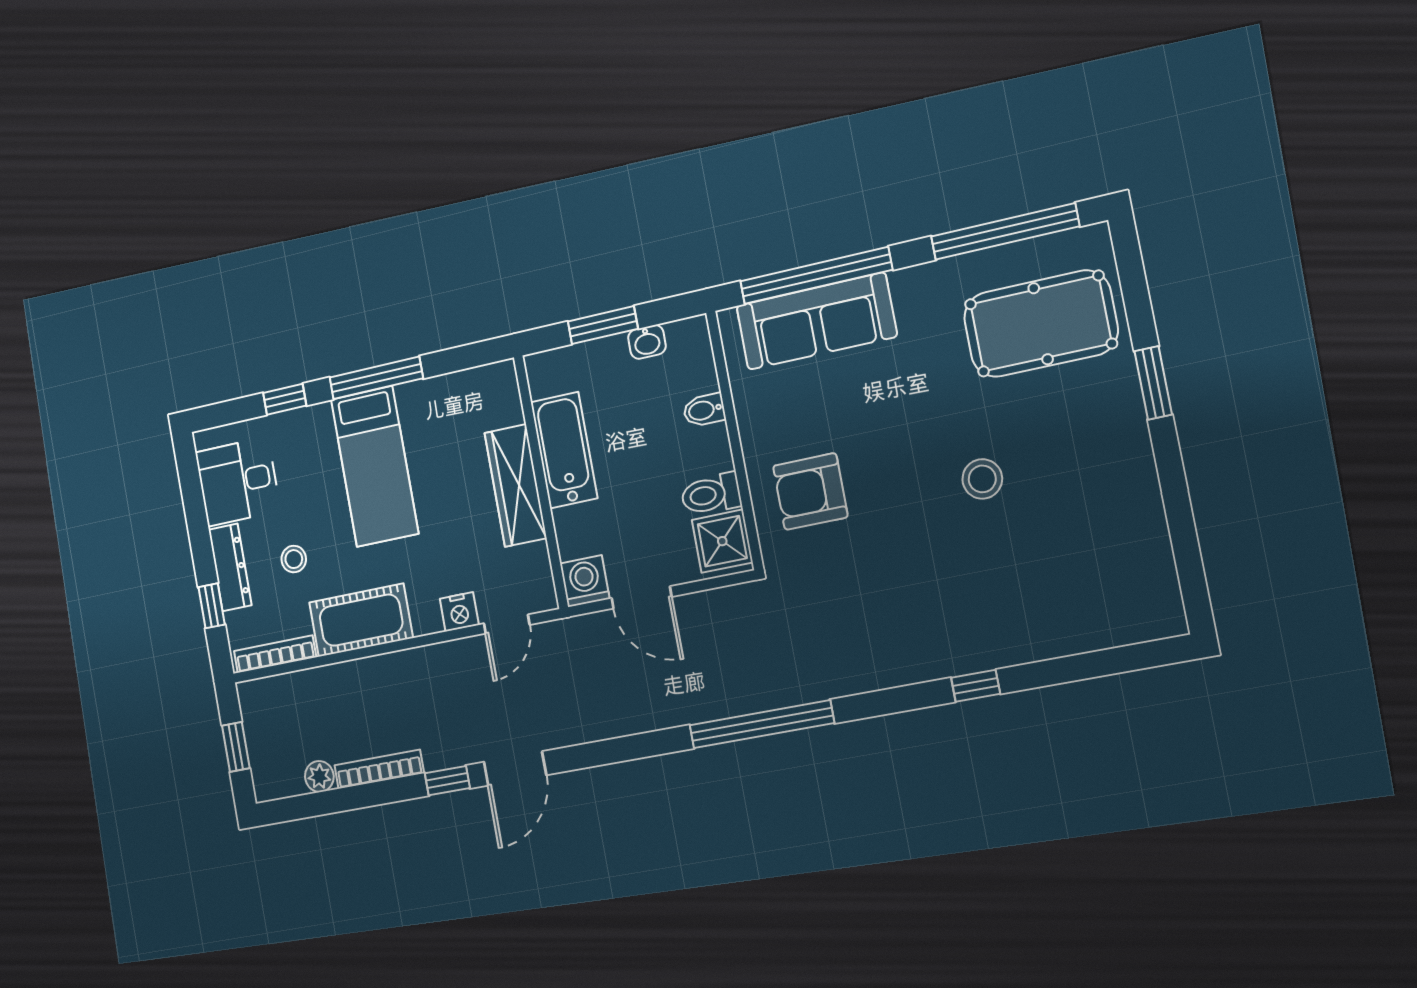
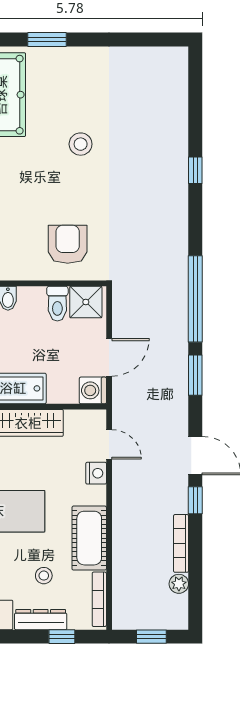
armchair: (810, 491) -> (68, 244), turned 180
window: (640, 746) -> (195, 375), added

